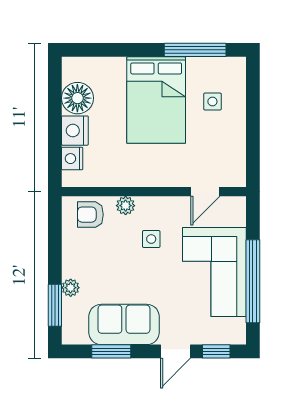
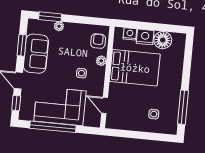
bed: (156, 100) -> (135, 68), moved, turned 180

